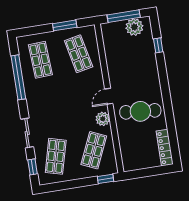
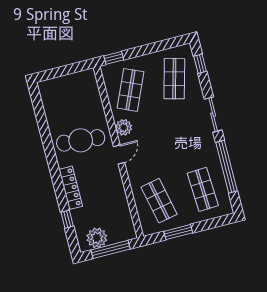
sliding door: (27, 133) -> (213, 115), moved
locker: (165, 148) -> (71, 188), moved

